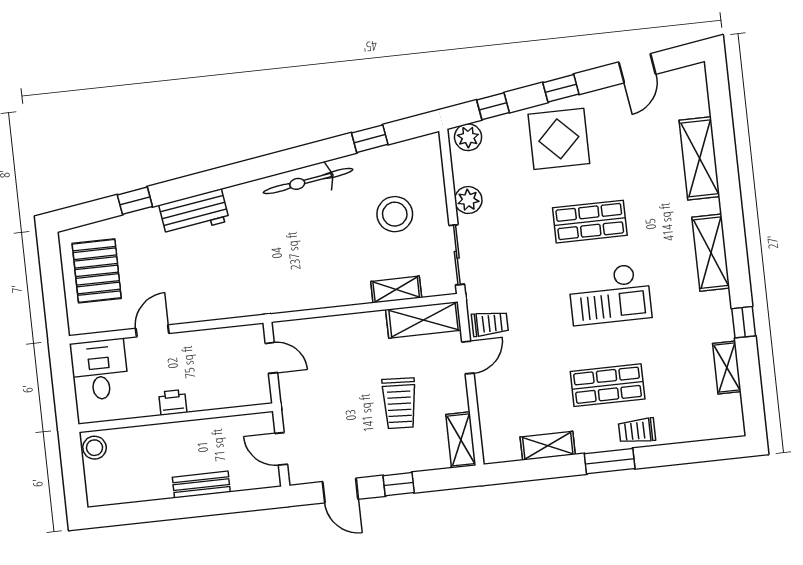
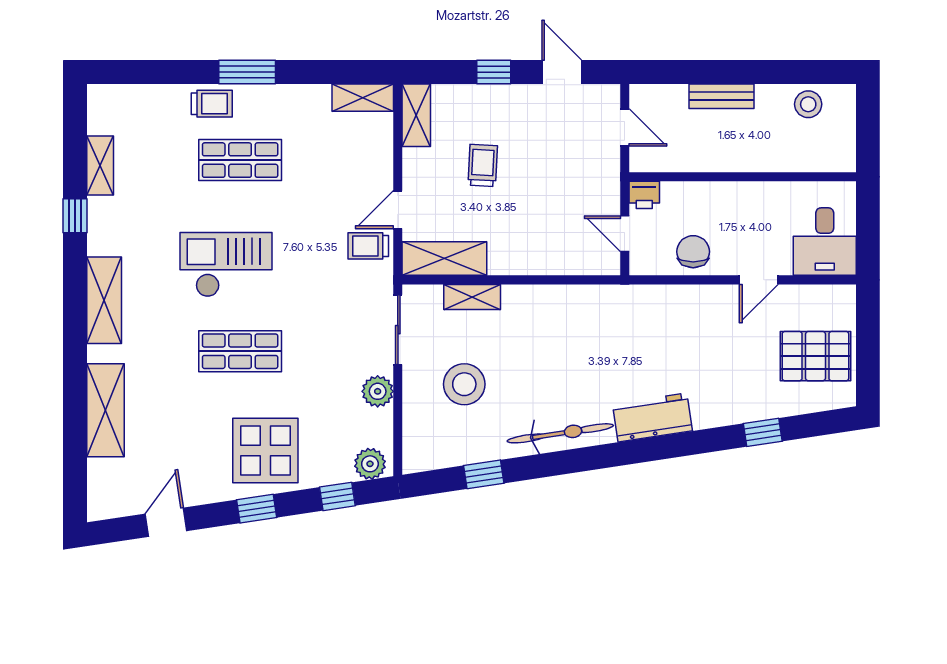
workbench: (194, 213) -> (652, 417), moved
pallet: (97, 271) -> (815, 356), turned 90
chair: (211, 349) -> (693, 252), added
printer: (173, 402) -> (644, 195), moved
trolley: (399, 403) -> (483, 165), width x0.73, depth x0.72
shelving: (548, 446) -> (363, 98), moved
stool: (95, 448) -> (808, 104), moved

